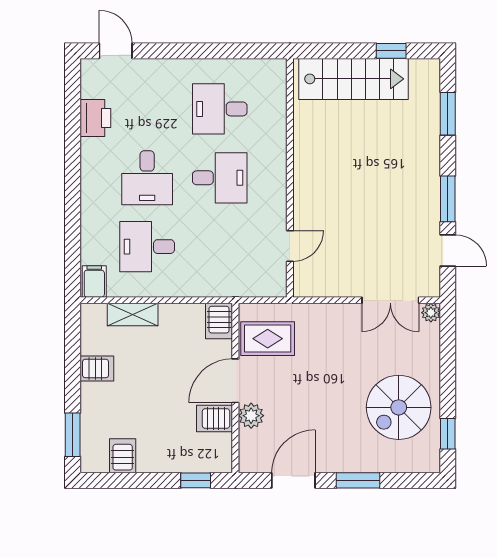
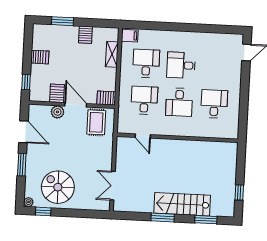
stairs: (353, 79) -> (182, 204), moved, turned 90
printer: (95, 118) -> (213, 40), removed
desk: (220, 247) -> (144, 100), added
door: (448, 250) -> (136, 216), removed
plant: (431, 313) -> (28, 202), moved
window: (73, 435) -> (63, 21), moved
server rack: (123, 456) -> (40, 57), moved

